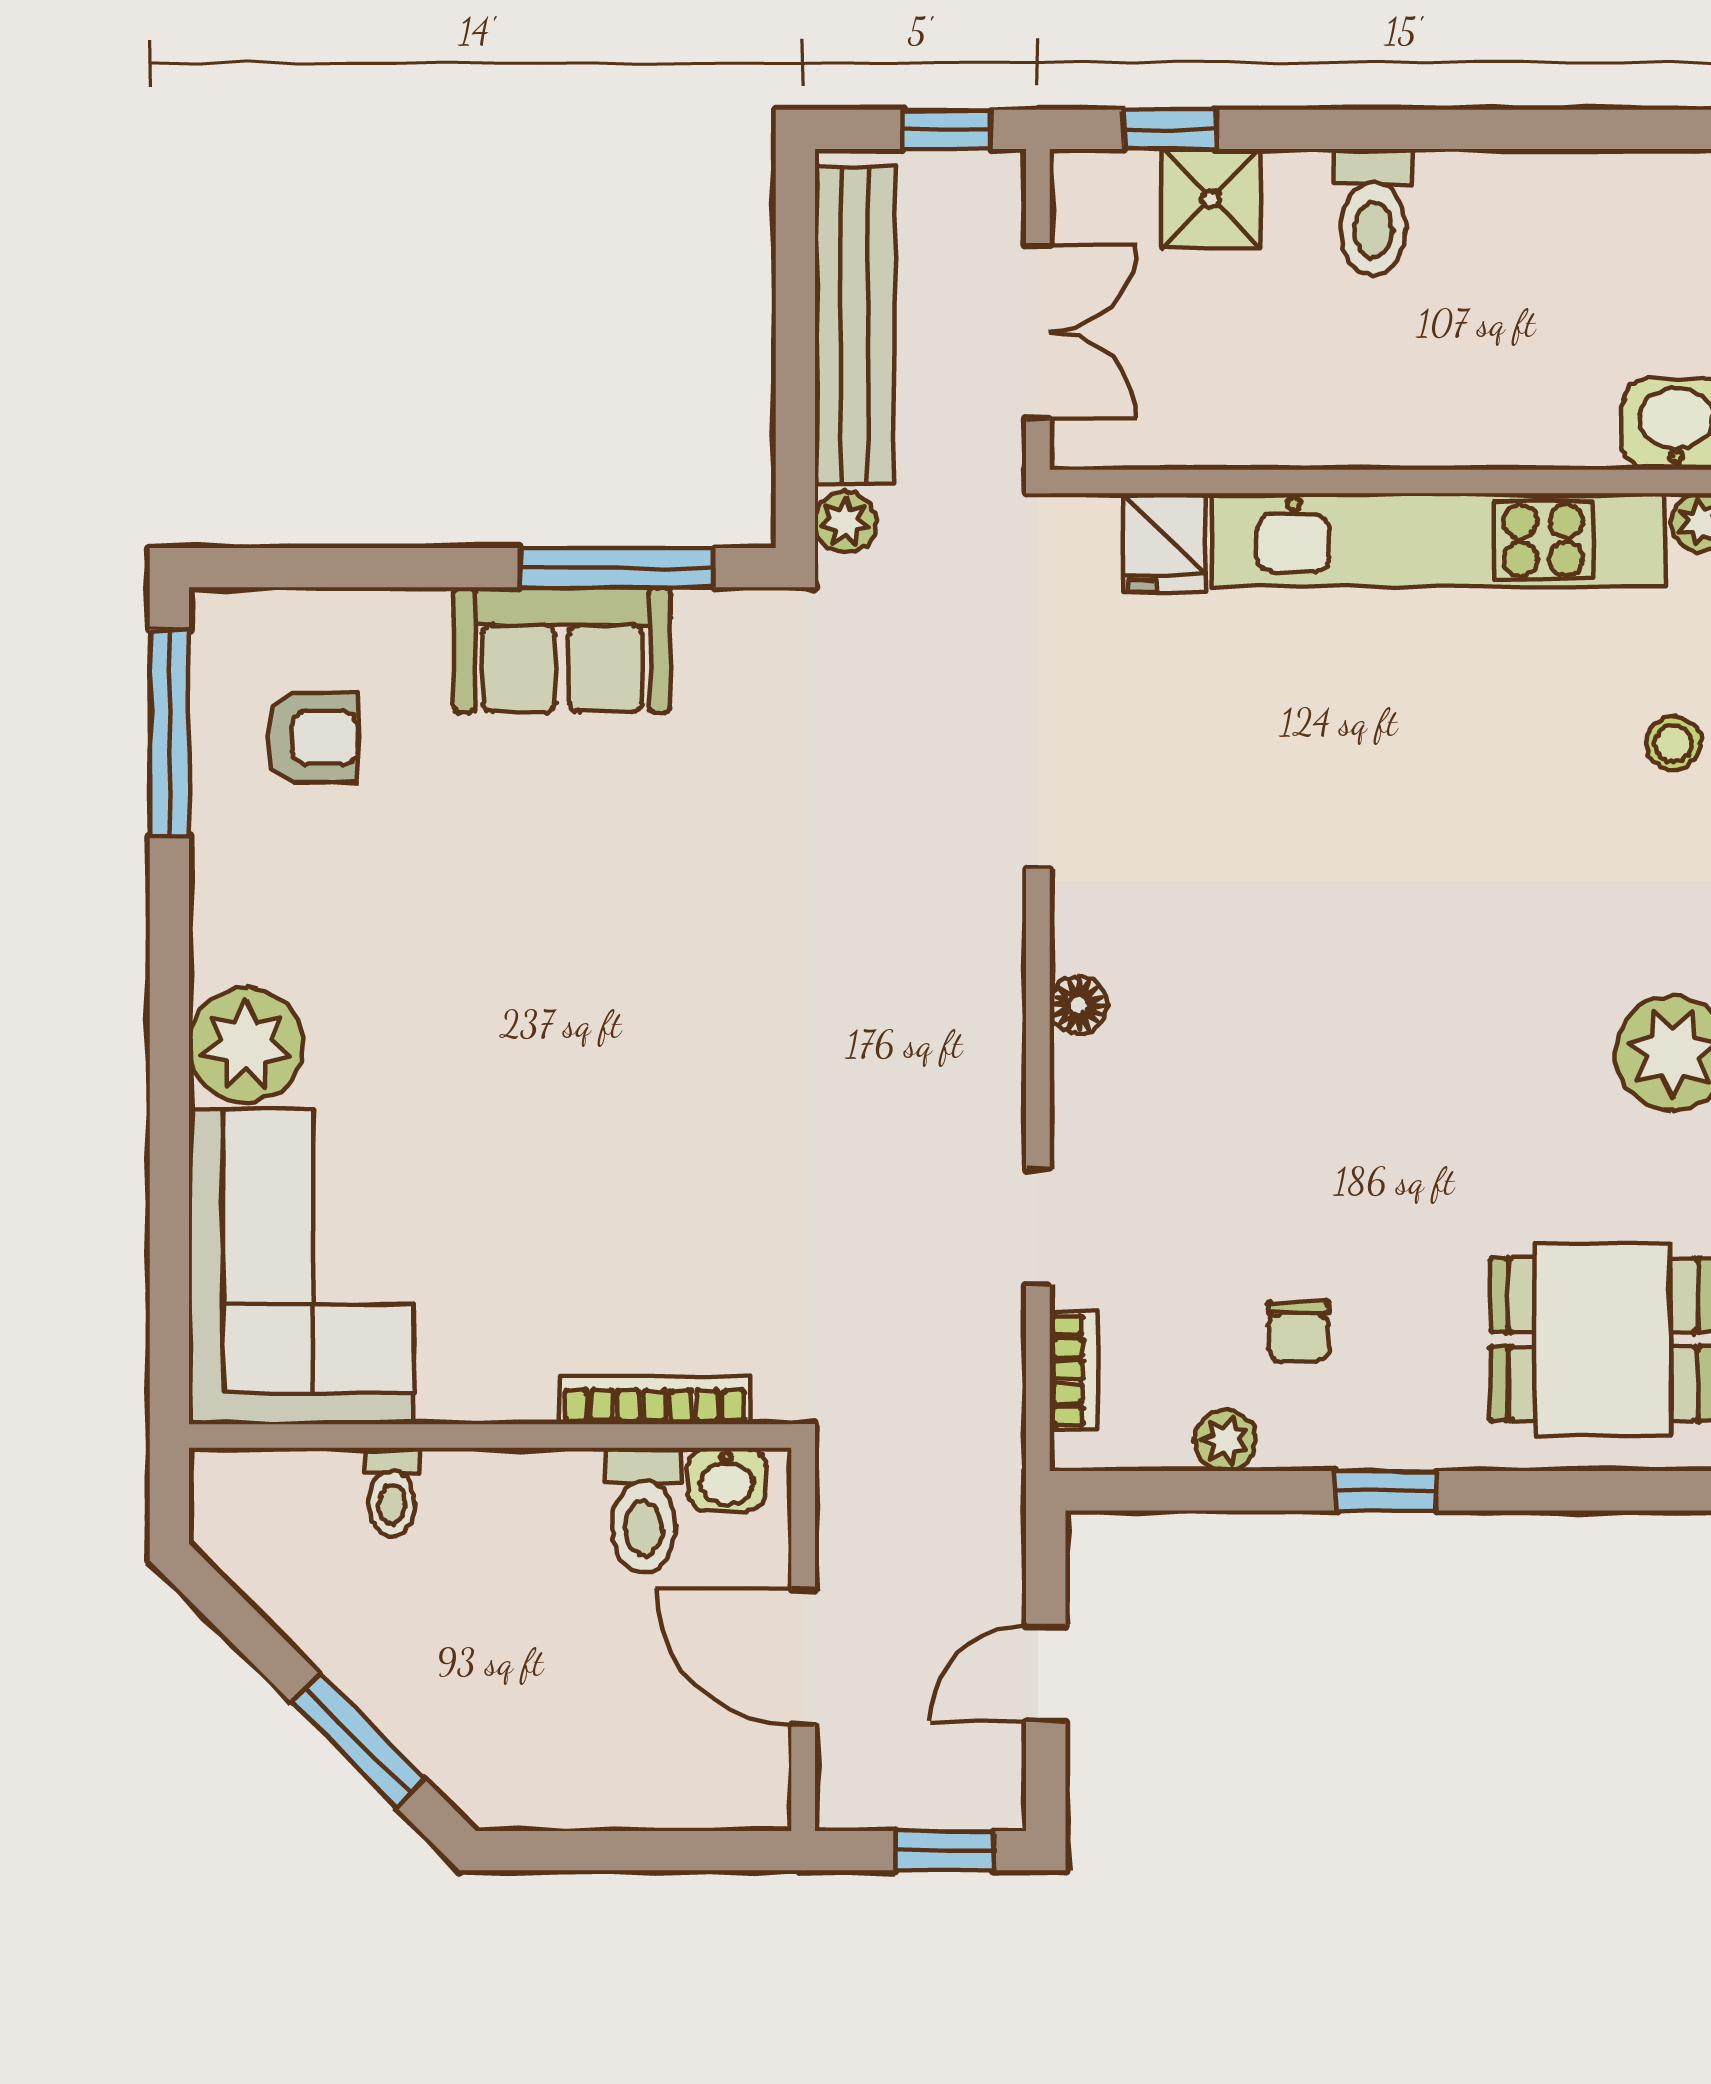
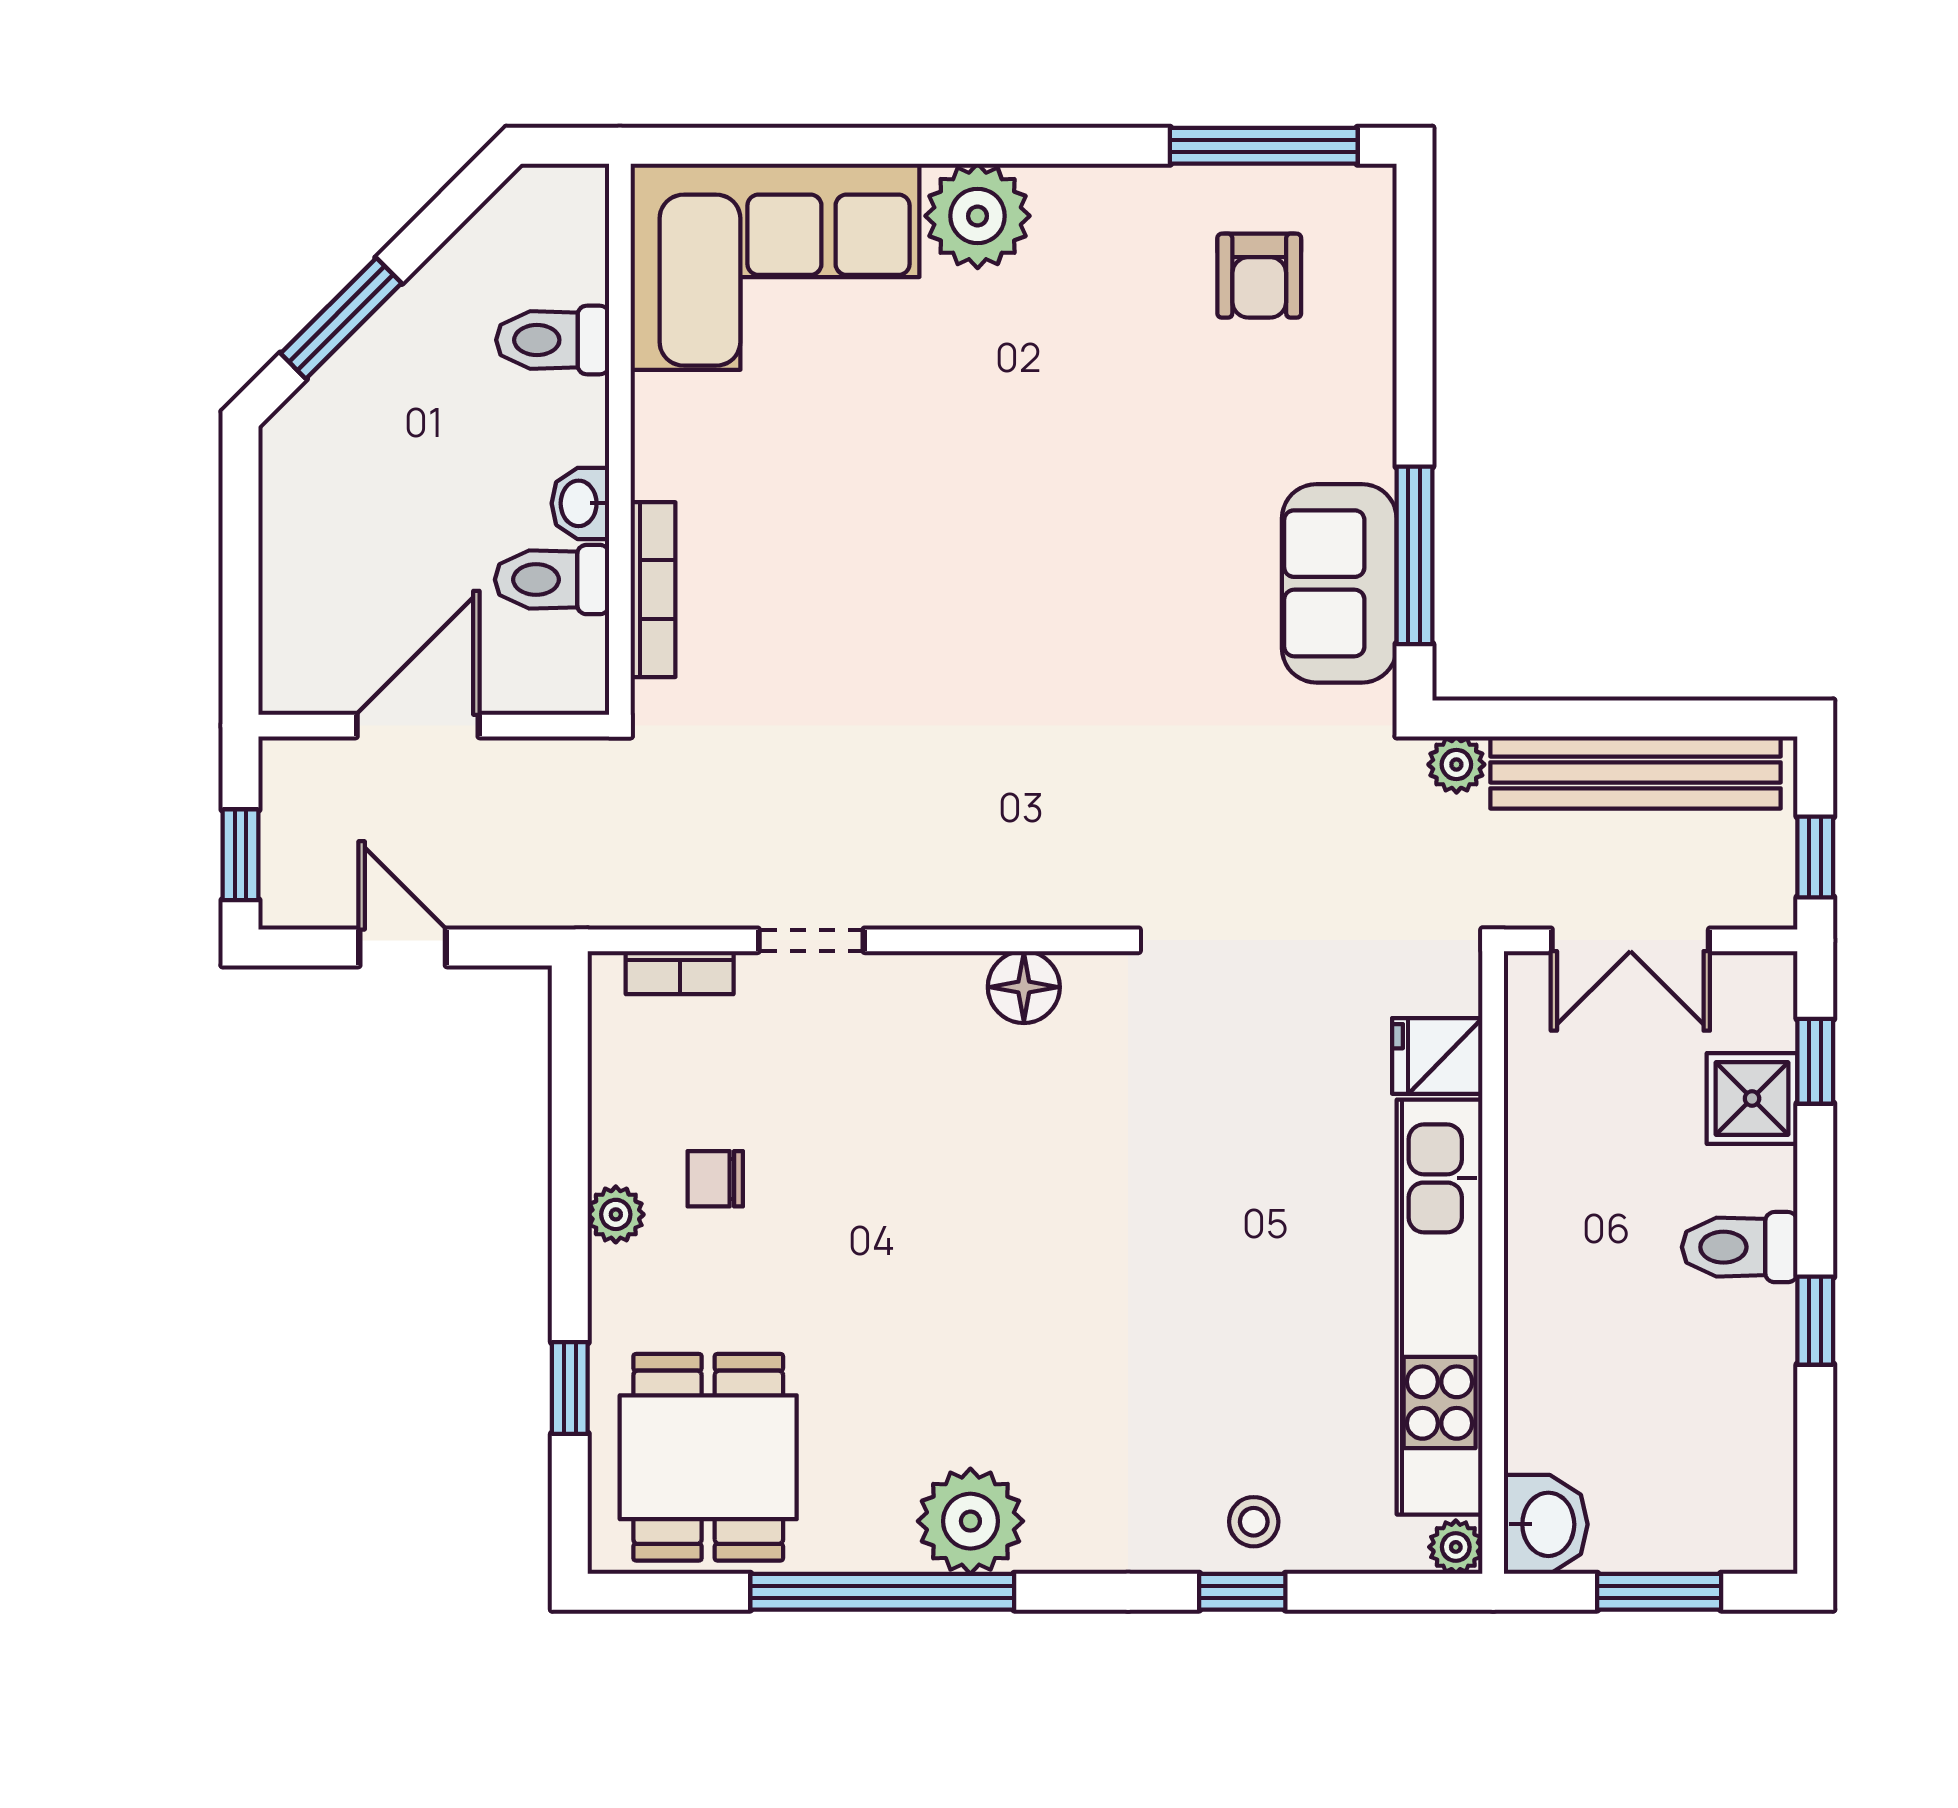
window: (1454, 129) -> (1815, 1321), added
sofa: (562, 650) -> (1339, 583), moved
floor lamp: (1078, 1005) -> (1024, 987), width x1.37, depth x1.37
plant: (1225, 1441) -> (616, 1214), moved
washbasin: (727, 1479) -> (580, 503), moved
window: (1386, 1491) -> (570, 1388), moved
toilet: (392, 1492) -> (553, 340), width x1.37, depth x1.39

